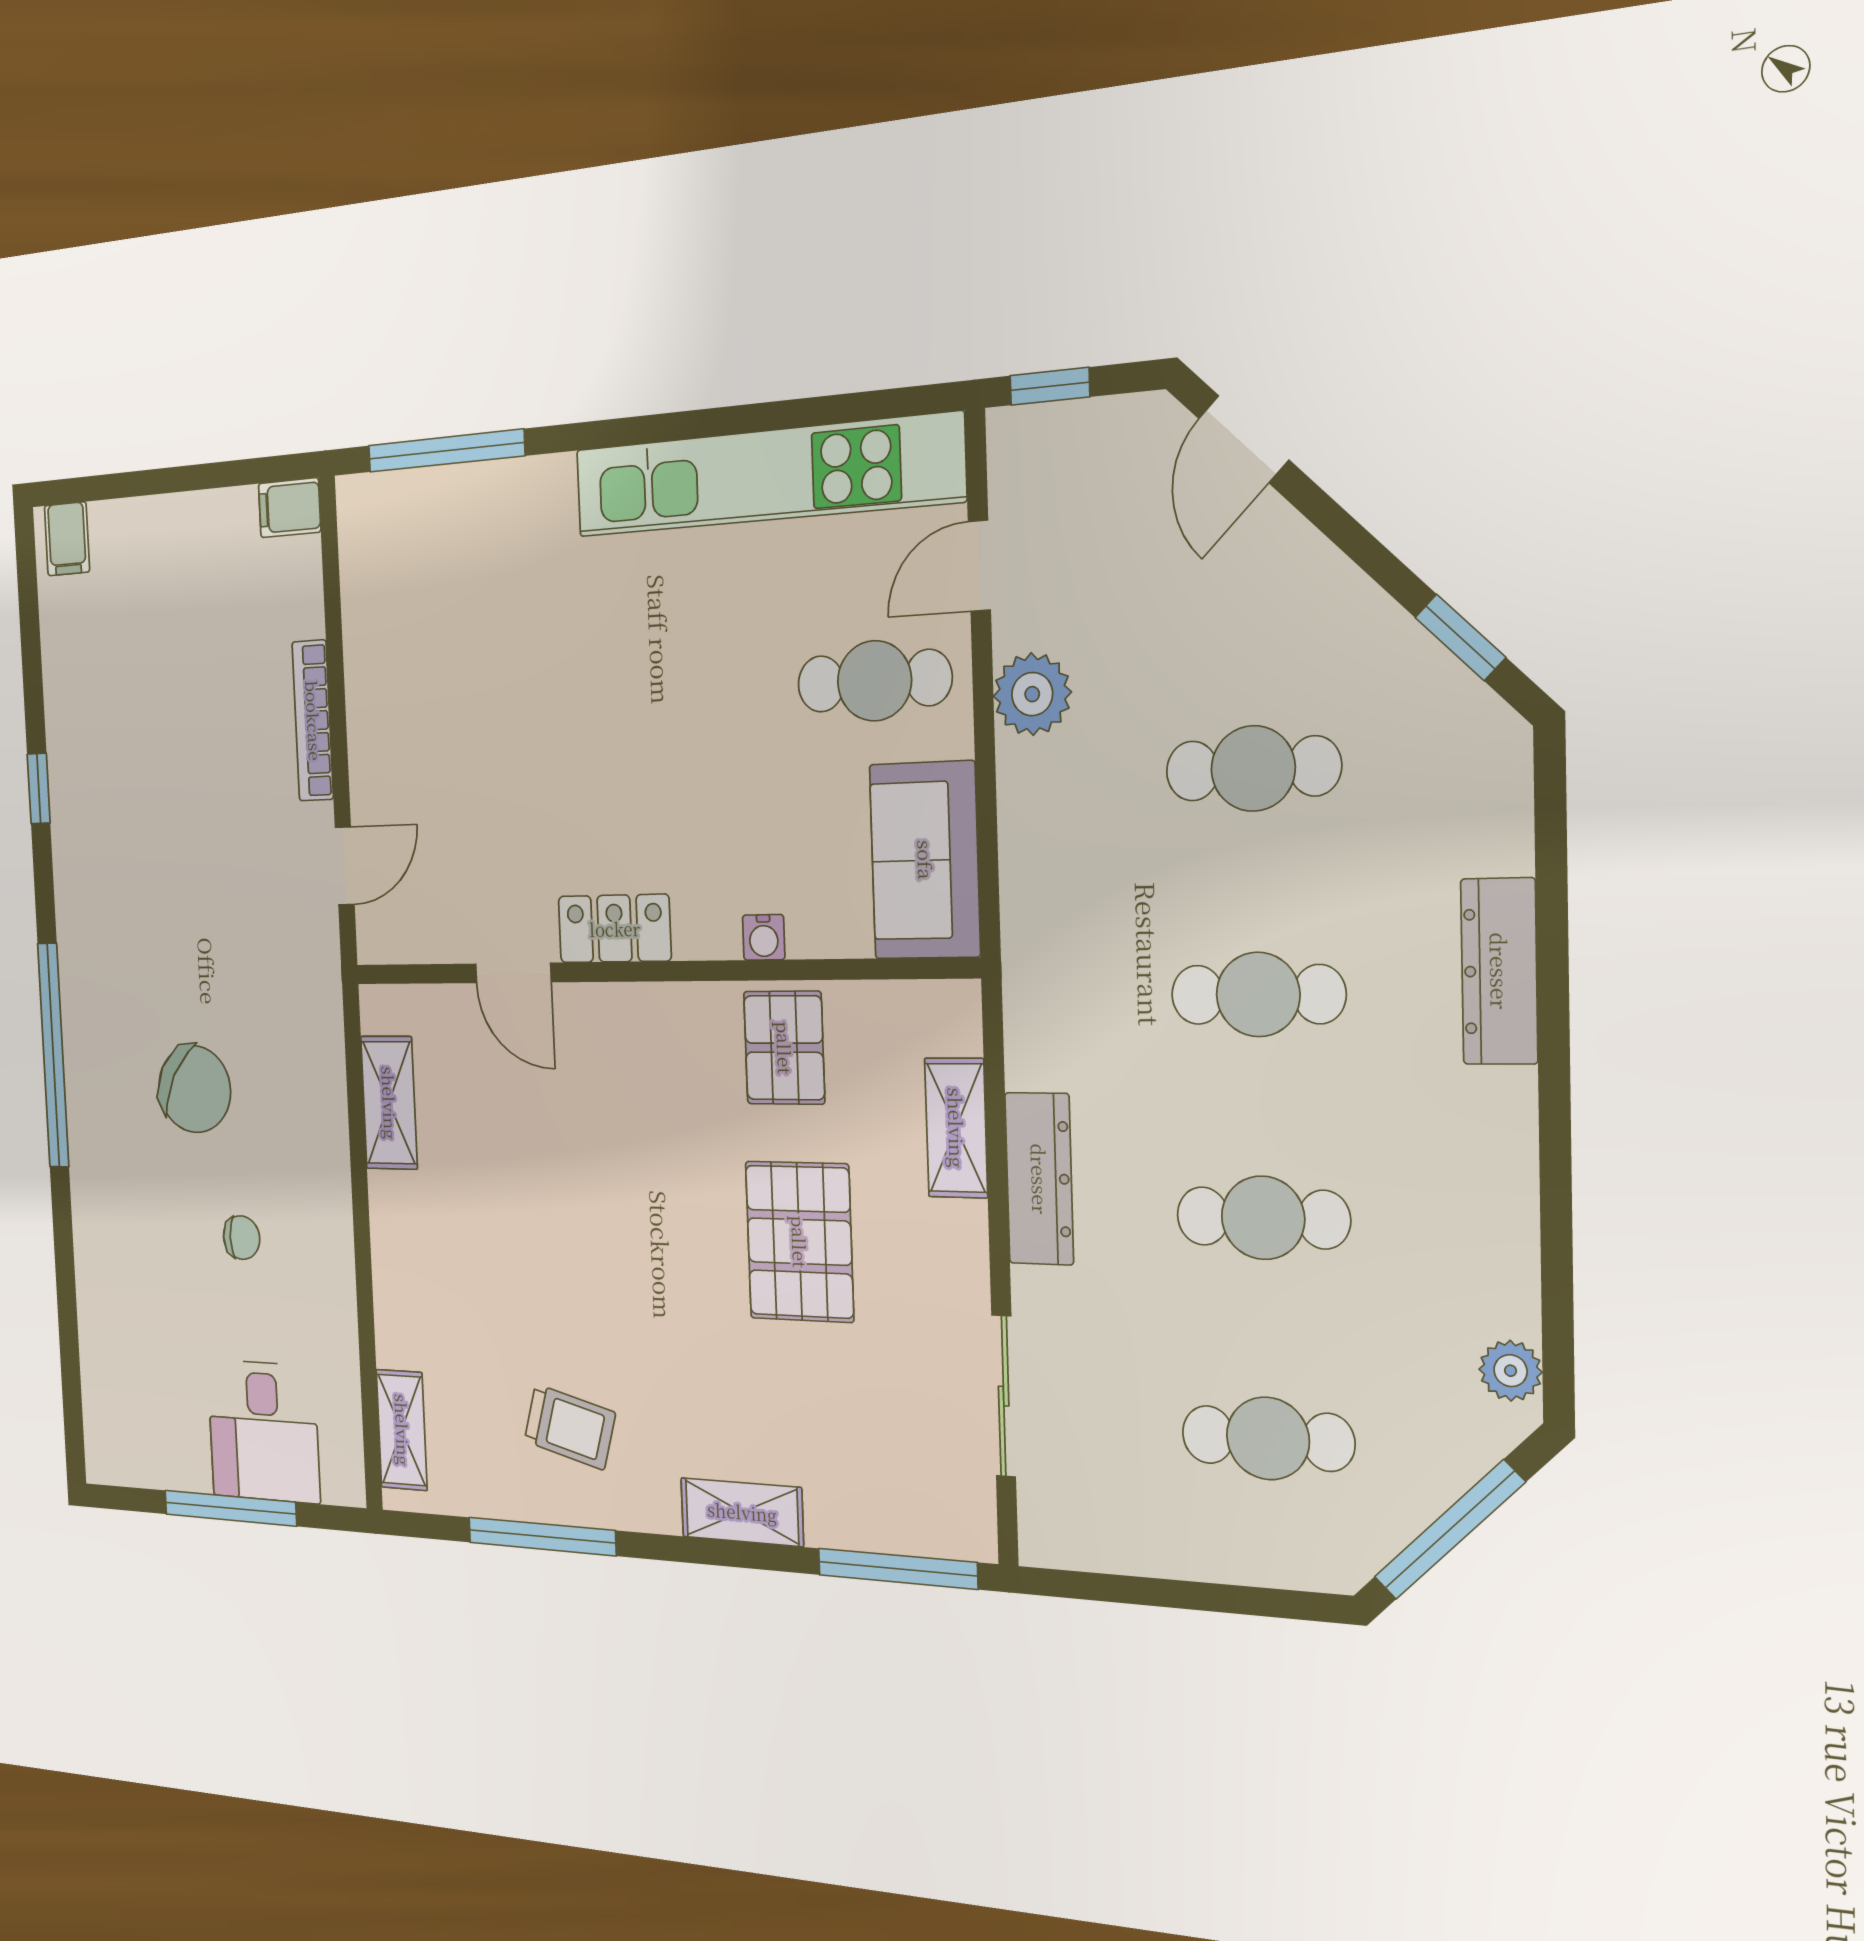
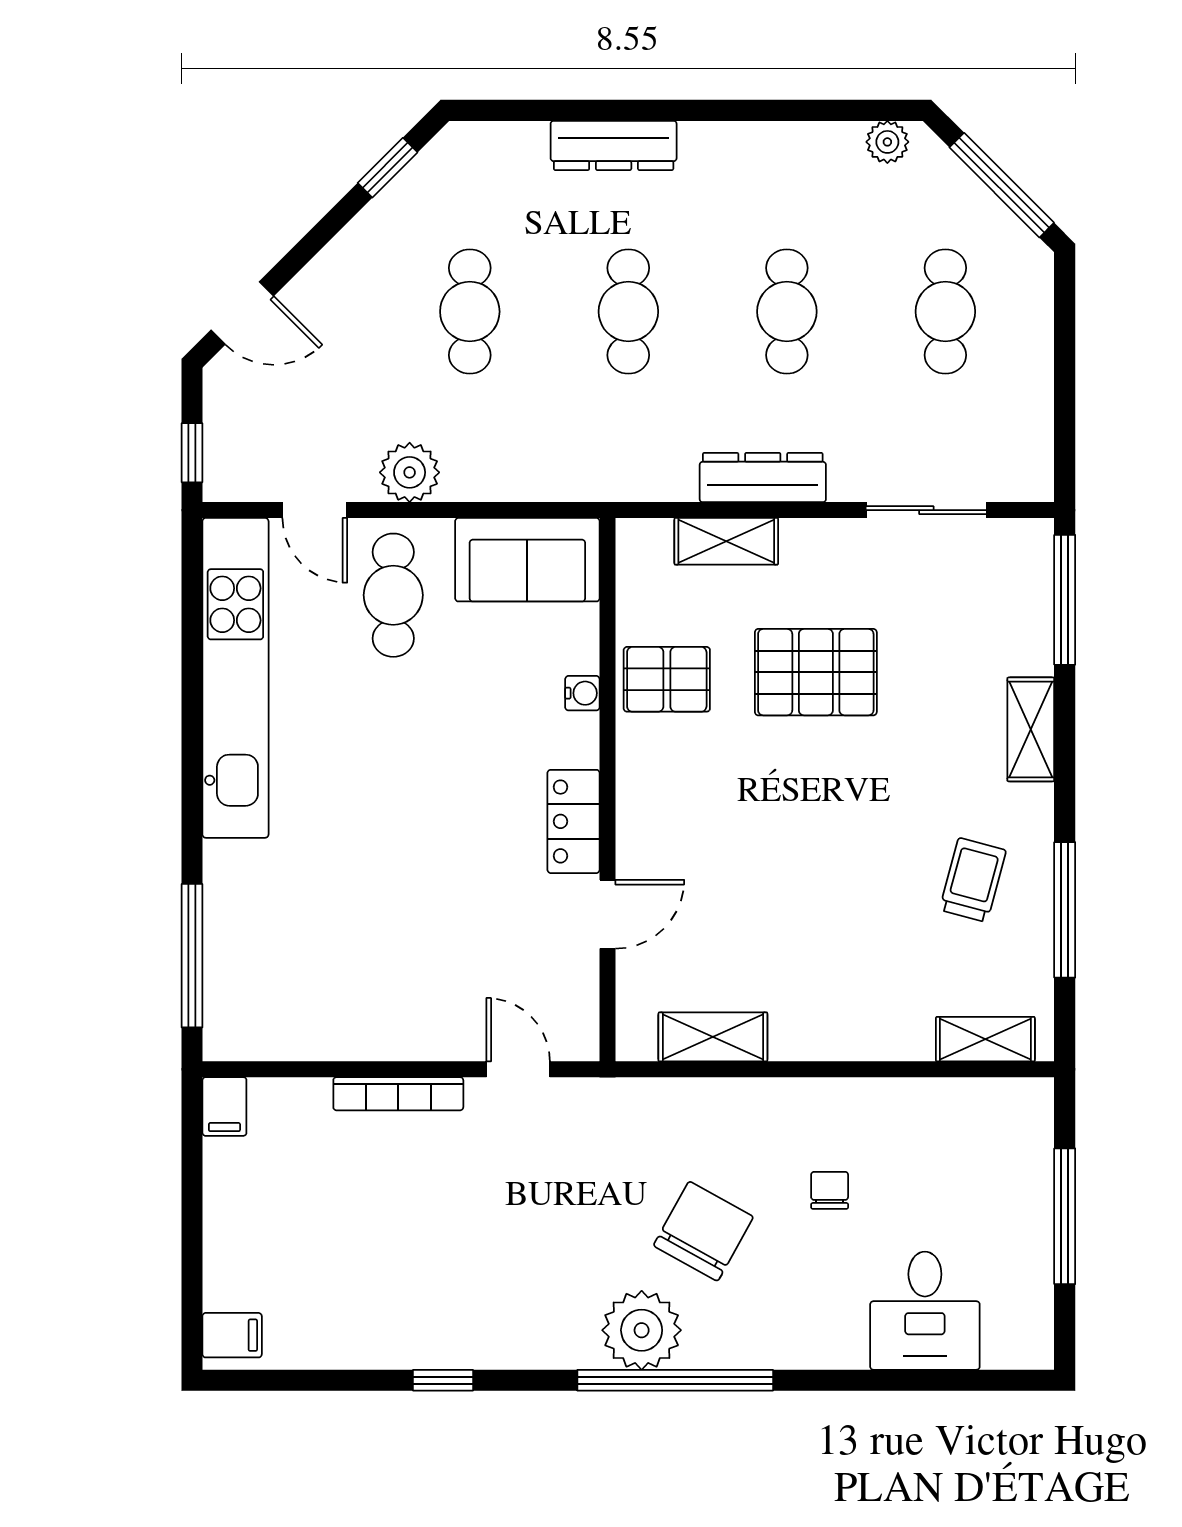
plant: (97, 1017) -> (642, 1330), added
desk: (264, 1431) -> (925, 1311), moved, turned 90

